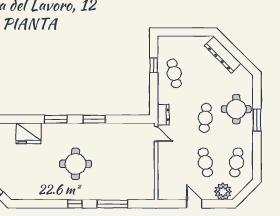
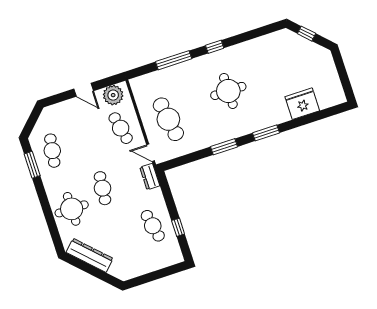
dresser: (223, 55) -> (90, 255), moved
window: (257, 120) -> (32, 165), moved
fridge: (29, 133) -> (302, 104), moved
cafe table: (132, 157) -> (168, 119), added
cafe table: (205, 162) -> (121, 128), moved
plant: (223, 192) -> (113, 95), moved

